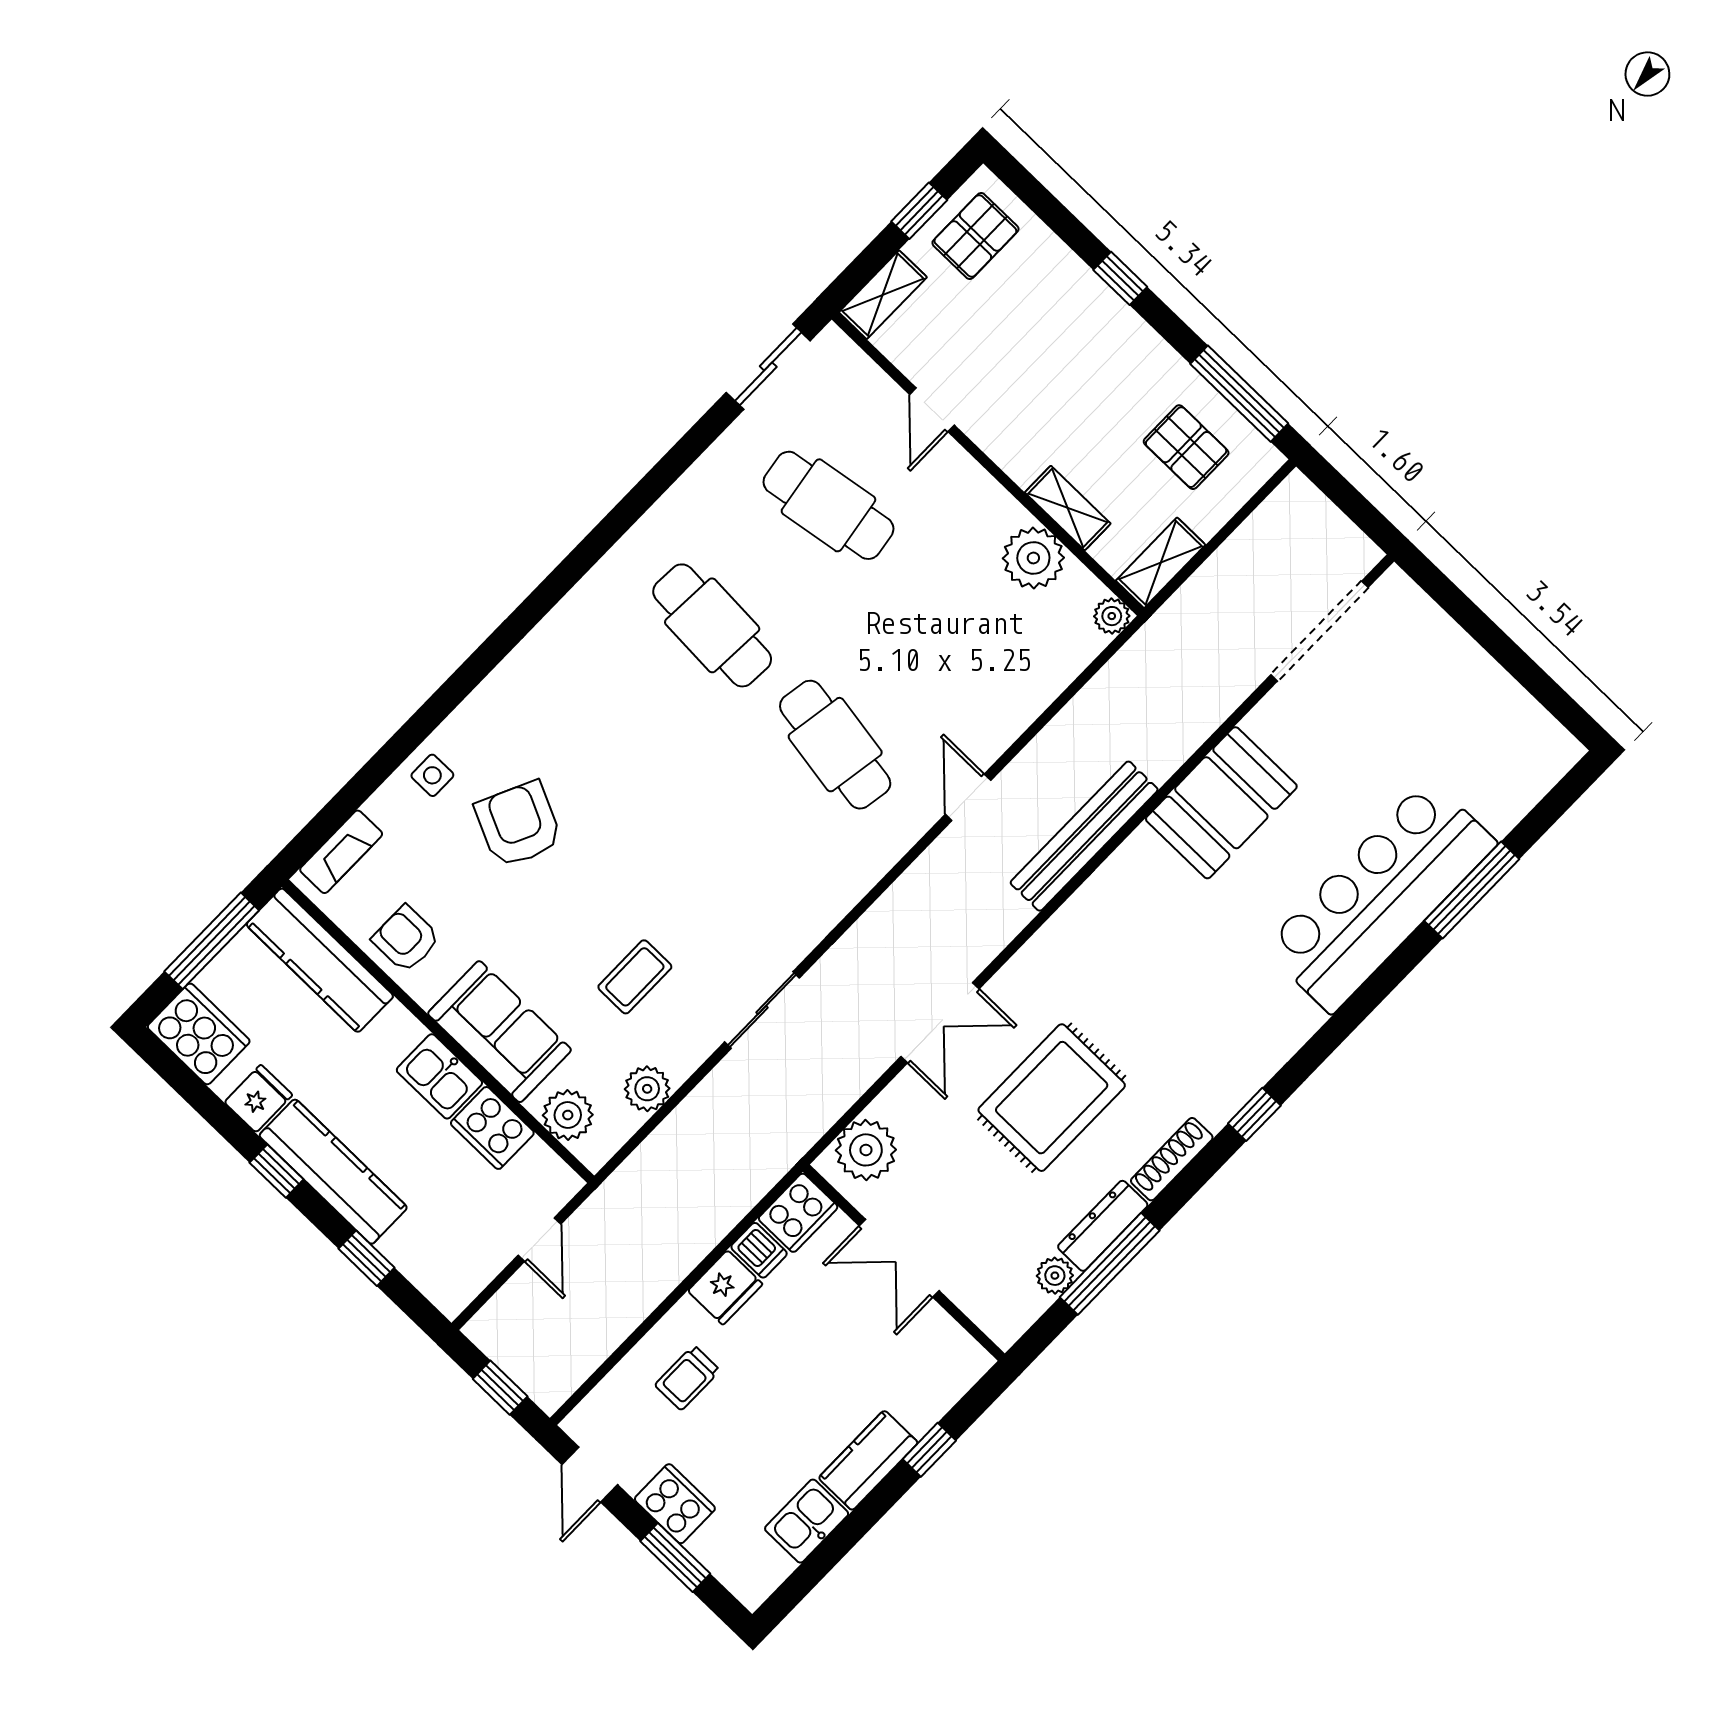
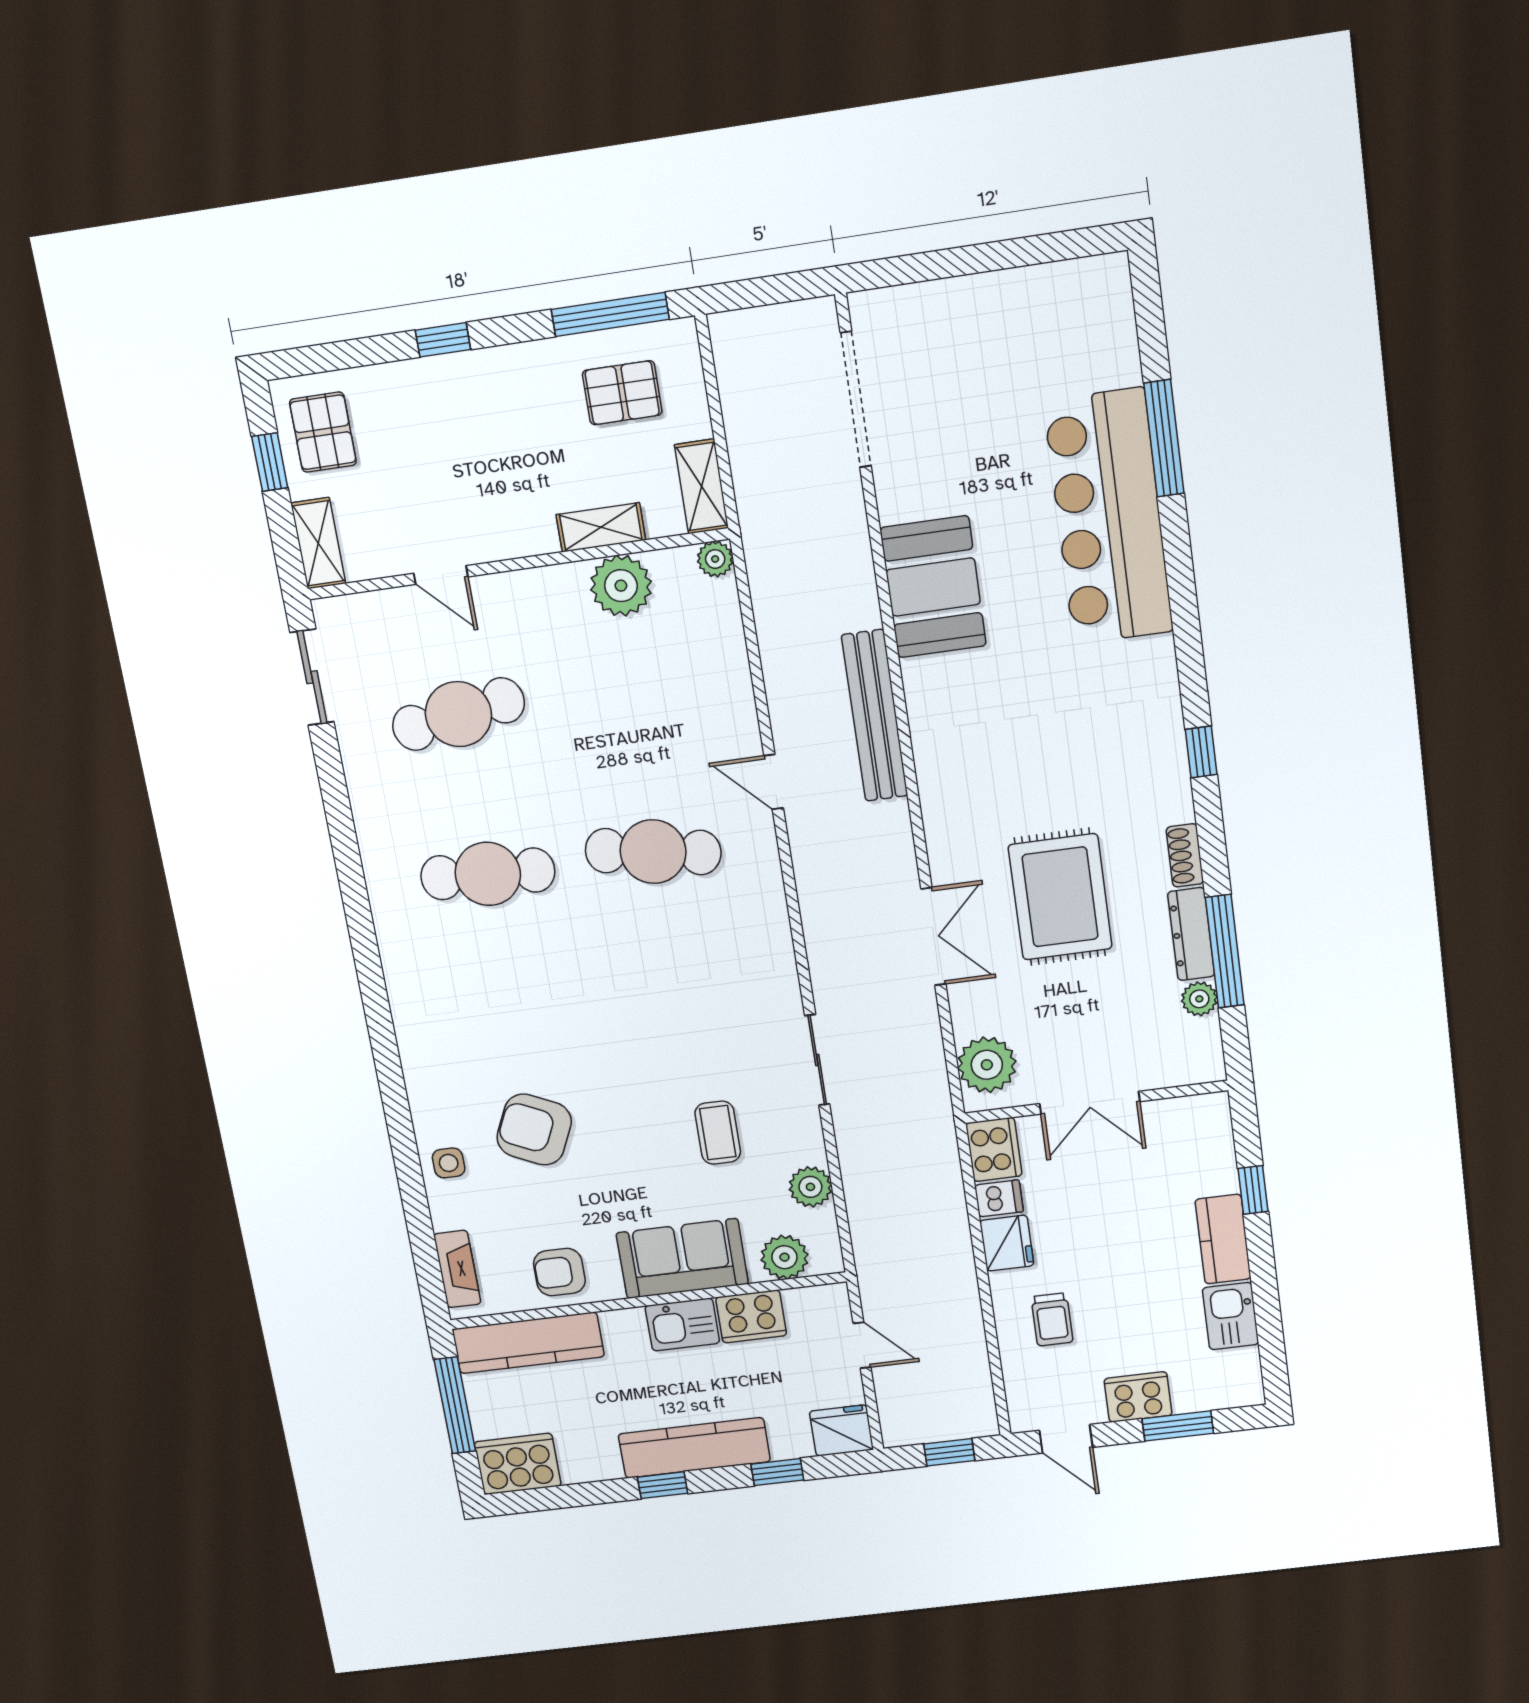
fridge: (258, 1099) -> (841, 1430), moved, width x1.38
shoe rack: (1172, 1159) -> (1185, 855), width x0.70

